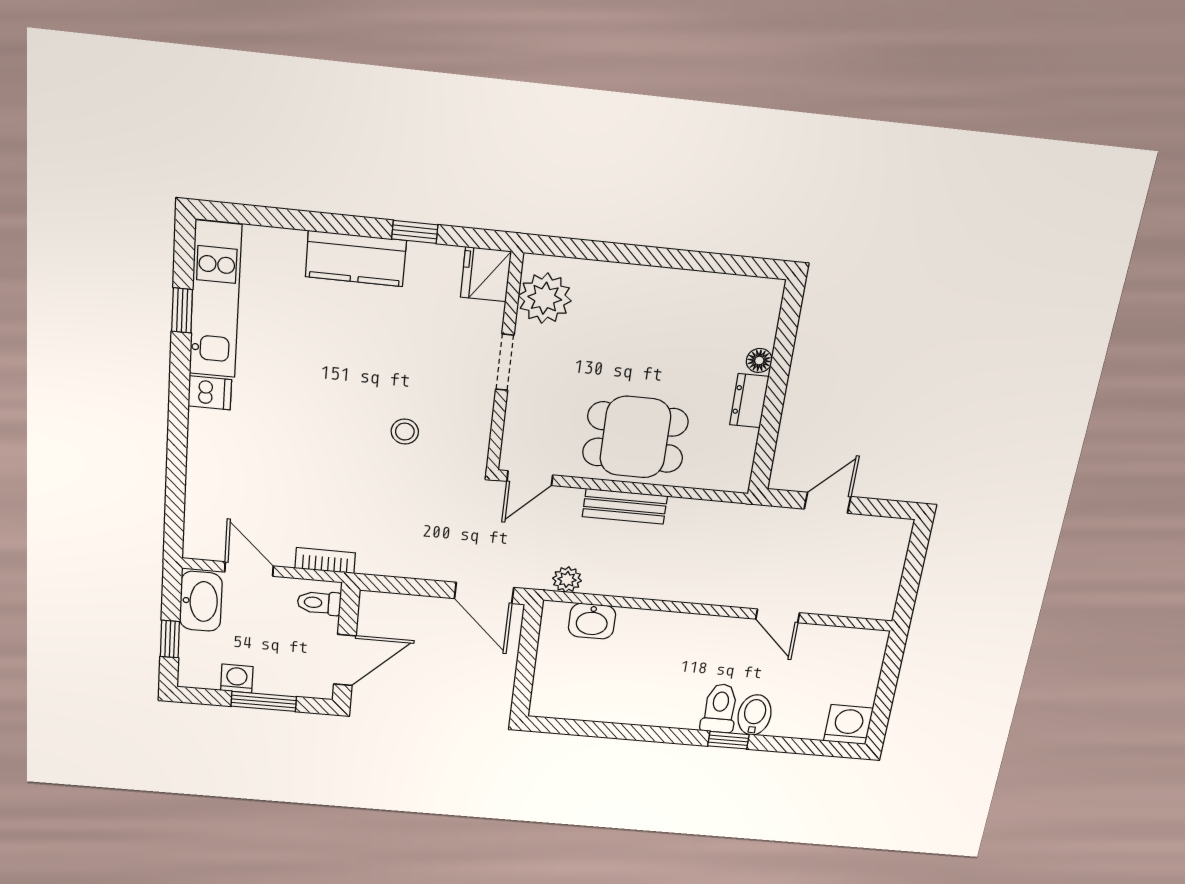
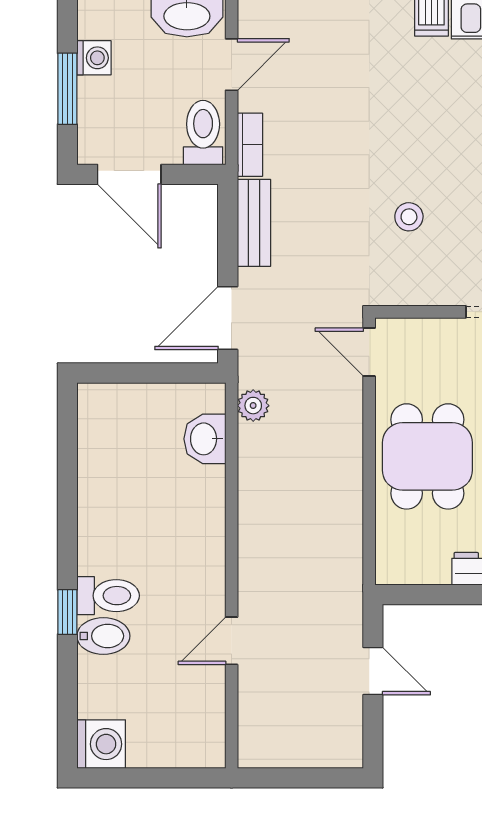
bench: (625, 506) -> (254, 223), moved
toilet: (319, 603) -> (203, 133), width x1.37, depth x1.39

